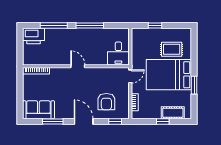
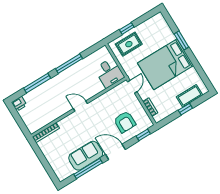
printer: (34, 36) -> (19, 104), width x0.53, depth x0.68
rug: (172, 49) -> (129, 44), moved
window: (194, 85) -> (181, 40), moved
sofa: (38, 110) -> (86, 156), moved
window: (53, 122) -> (88, 169), width x1.44

